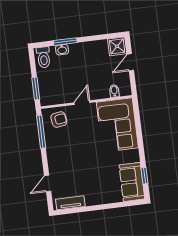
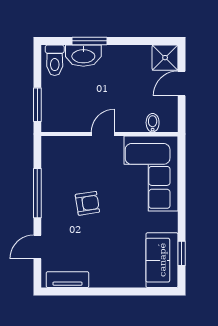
washbasin: (62, 50) -> (83, 56), width x1.91, depth x1.45
armchair: (59, 119) -> (87, 203), moved
window: (41, 132) -> (37, 193), moved

